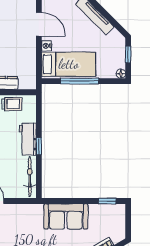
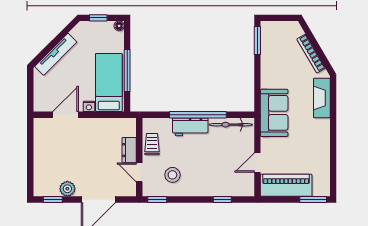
window: (39, 146) -> (198, 115), width x3.17
window: (107, 201) -> (257, 41), width x1.50
sofa: (66, 216) -> (274, 113), moved

